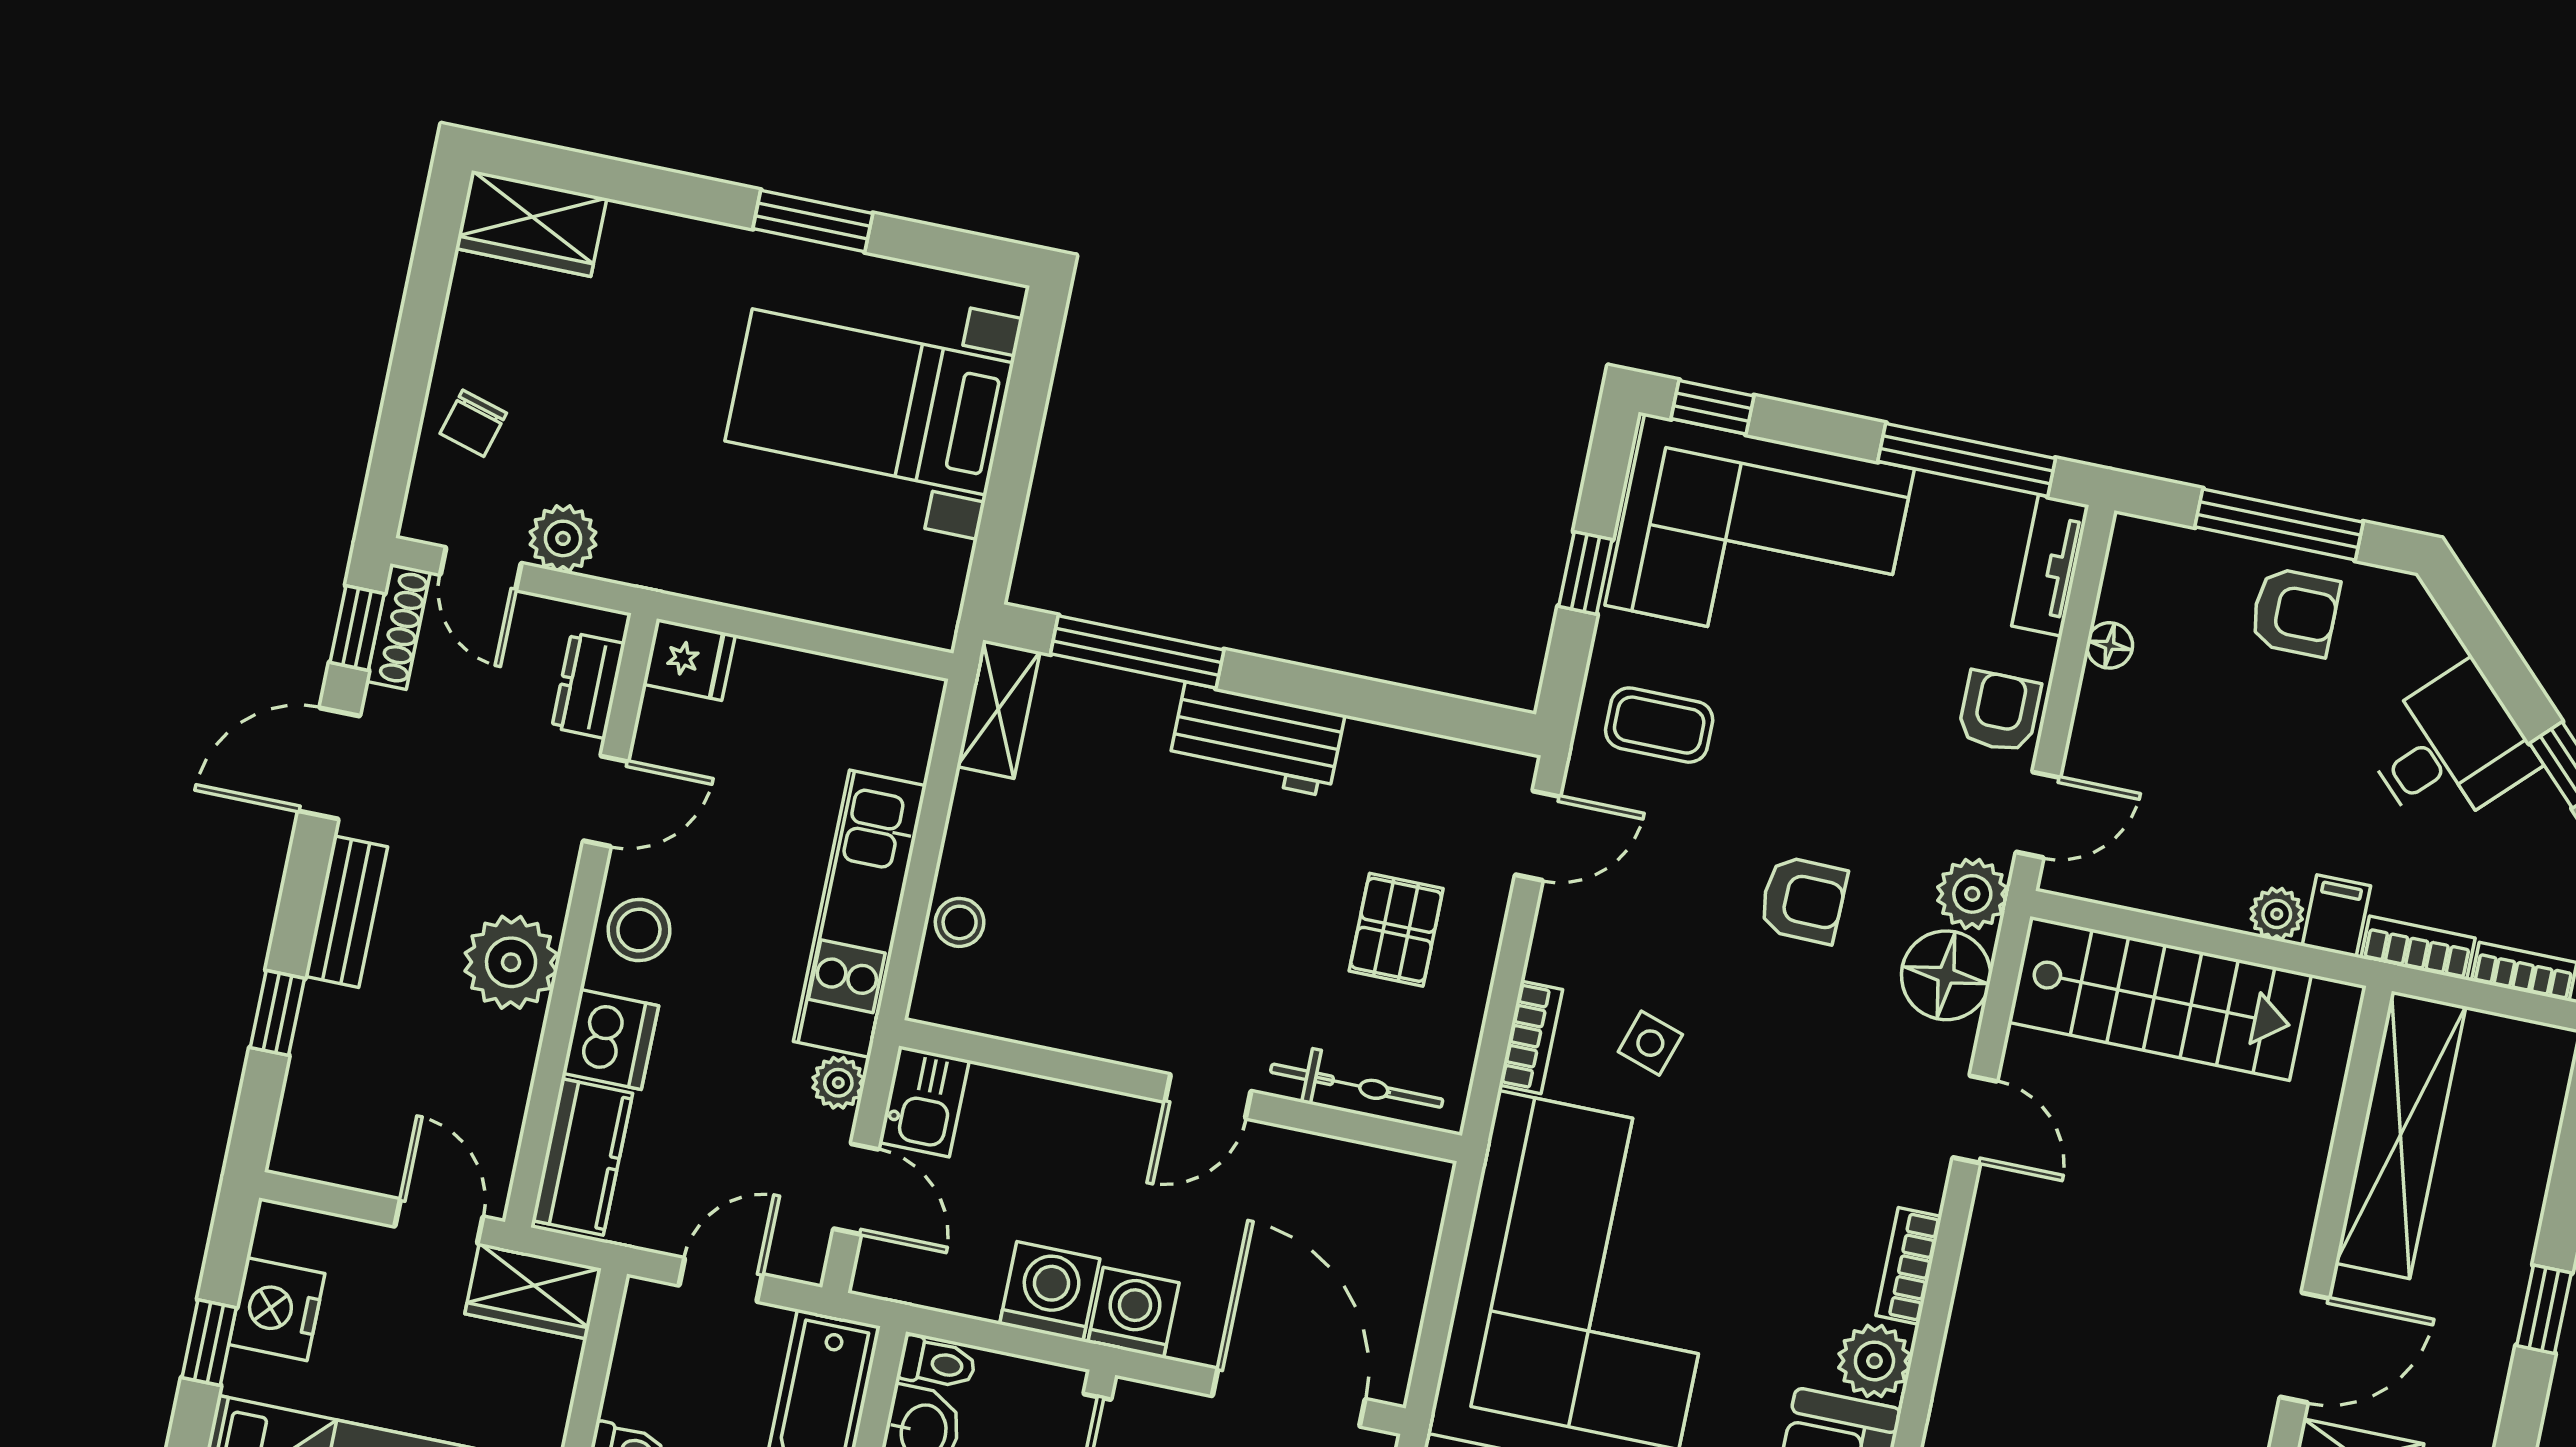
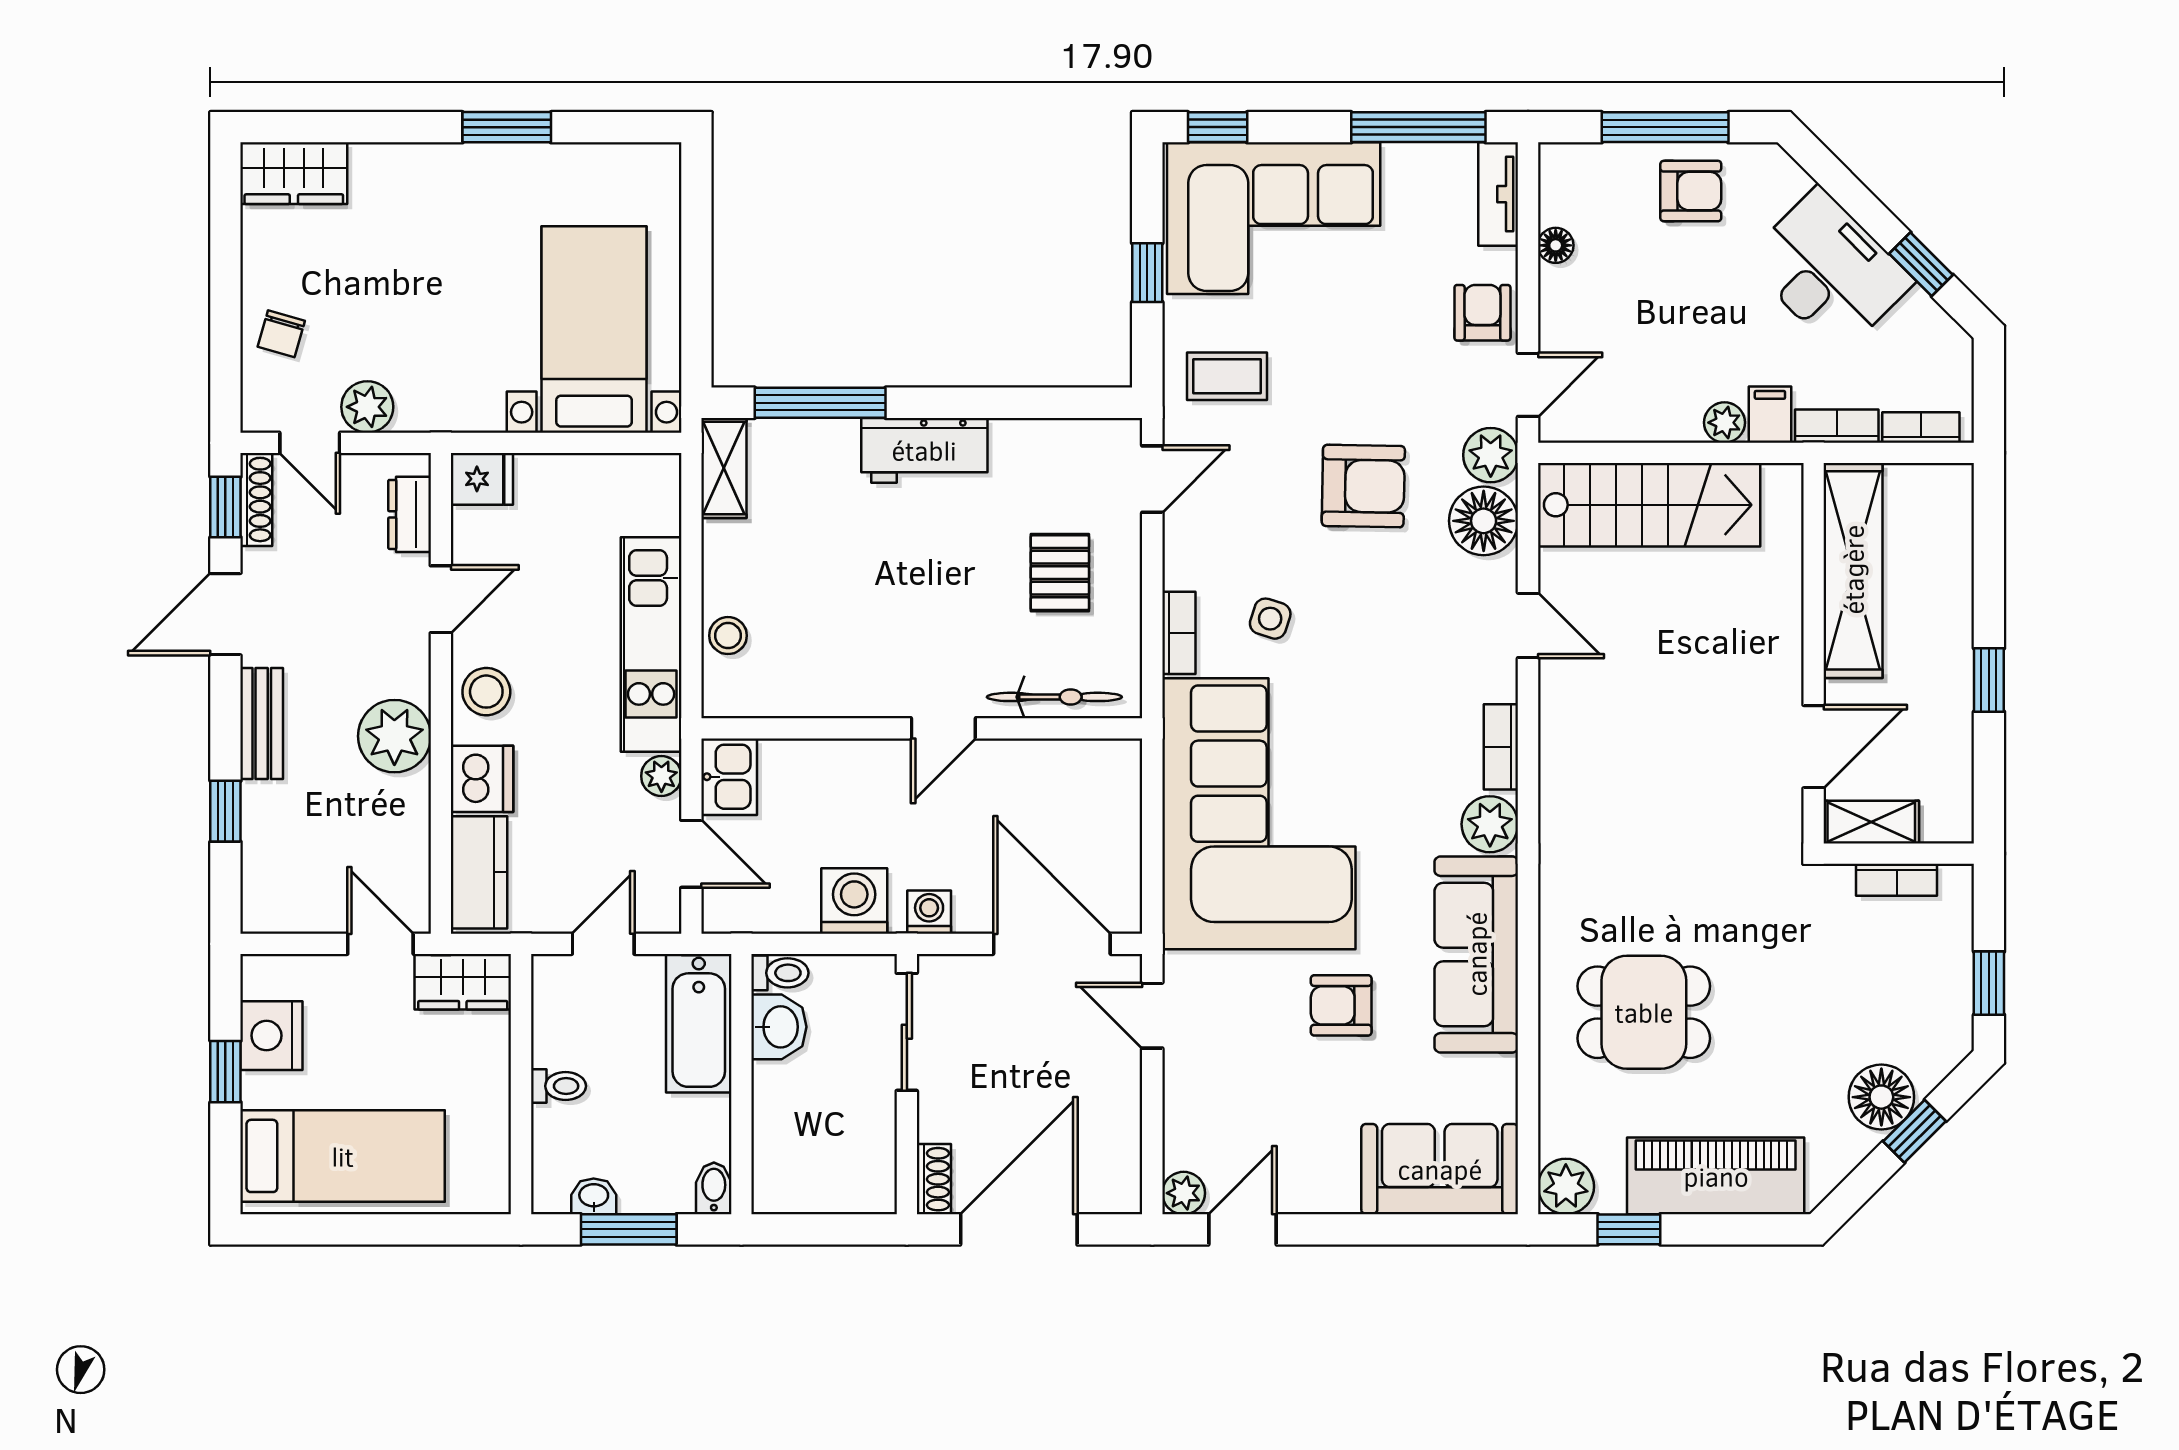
bed with nightstands: (869, 402) -> (594, 330), moved, turned 90
desk: (2449, 749) -> (1829, 271), width x1.37
armchair: (1803, 900) -> (1363, 486), width x1.38, depth x1.38
washing machine: (1133, 1313) -> (929, 912), width x0.73, depth x0.73

